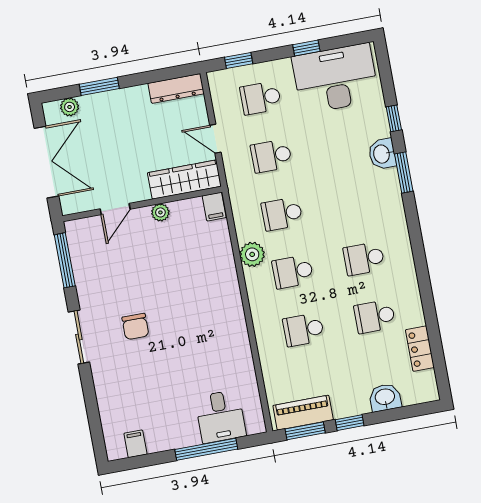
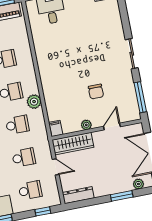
chair: (135, 326) -> (96, 92), moved, turned 180

